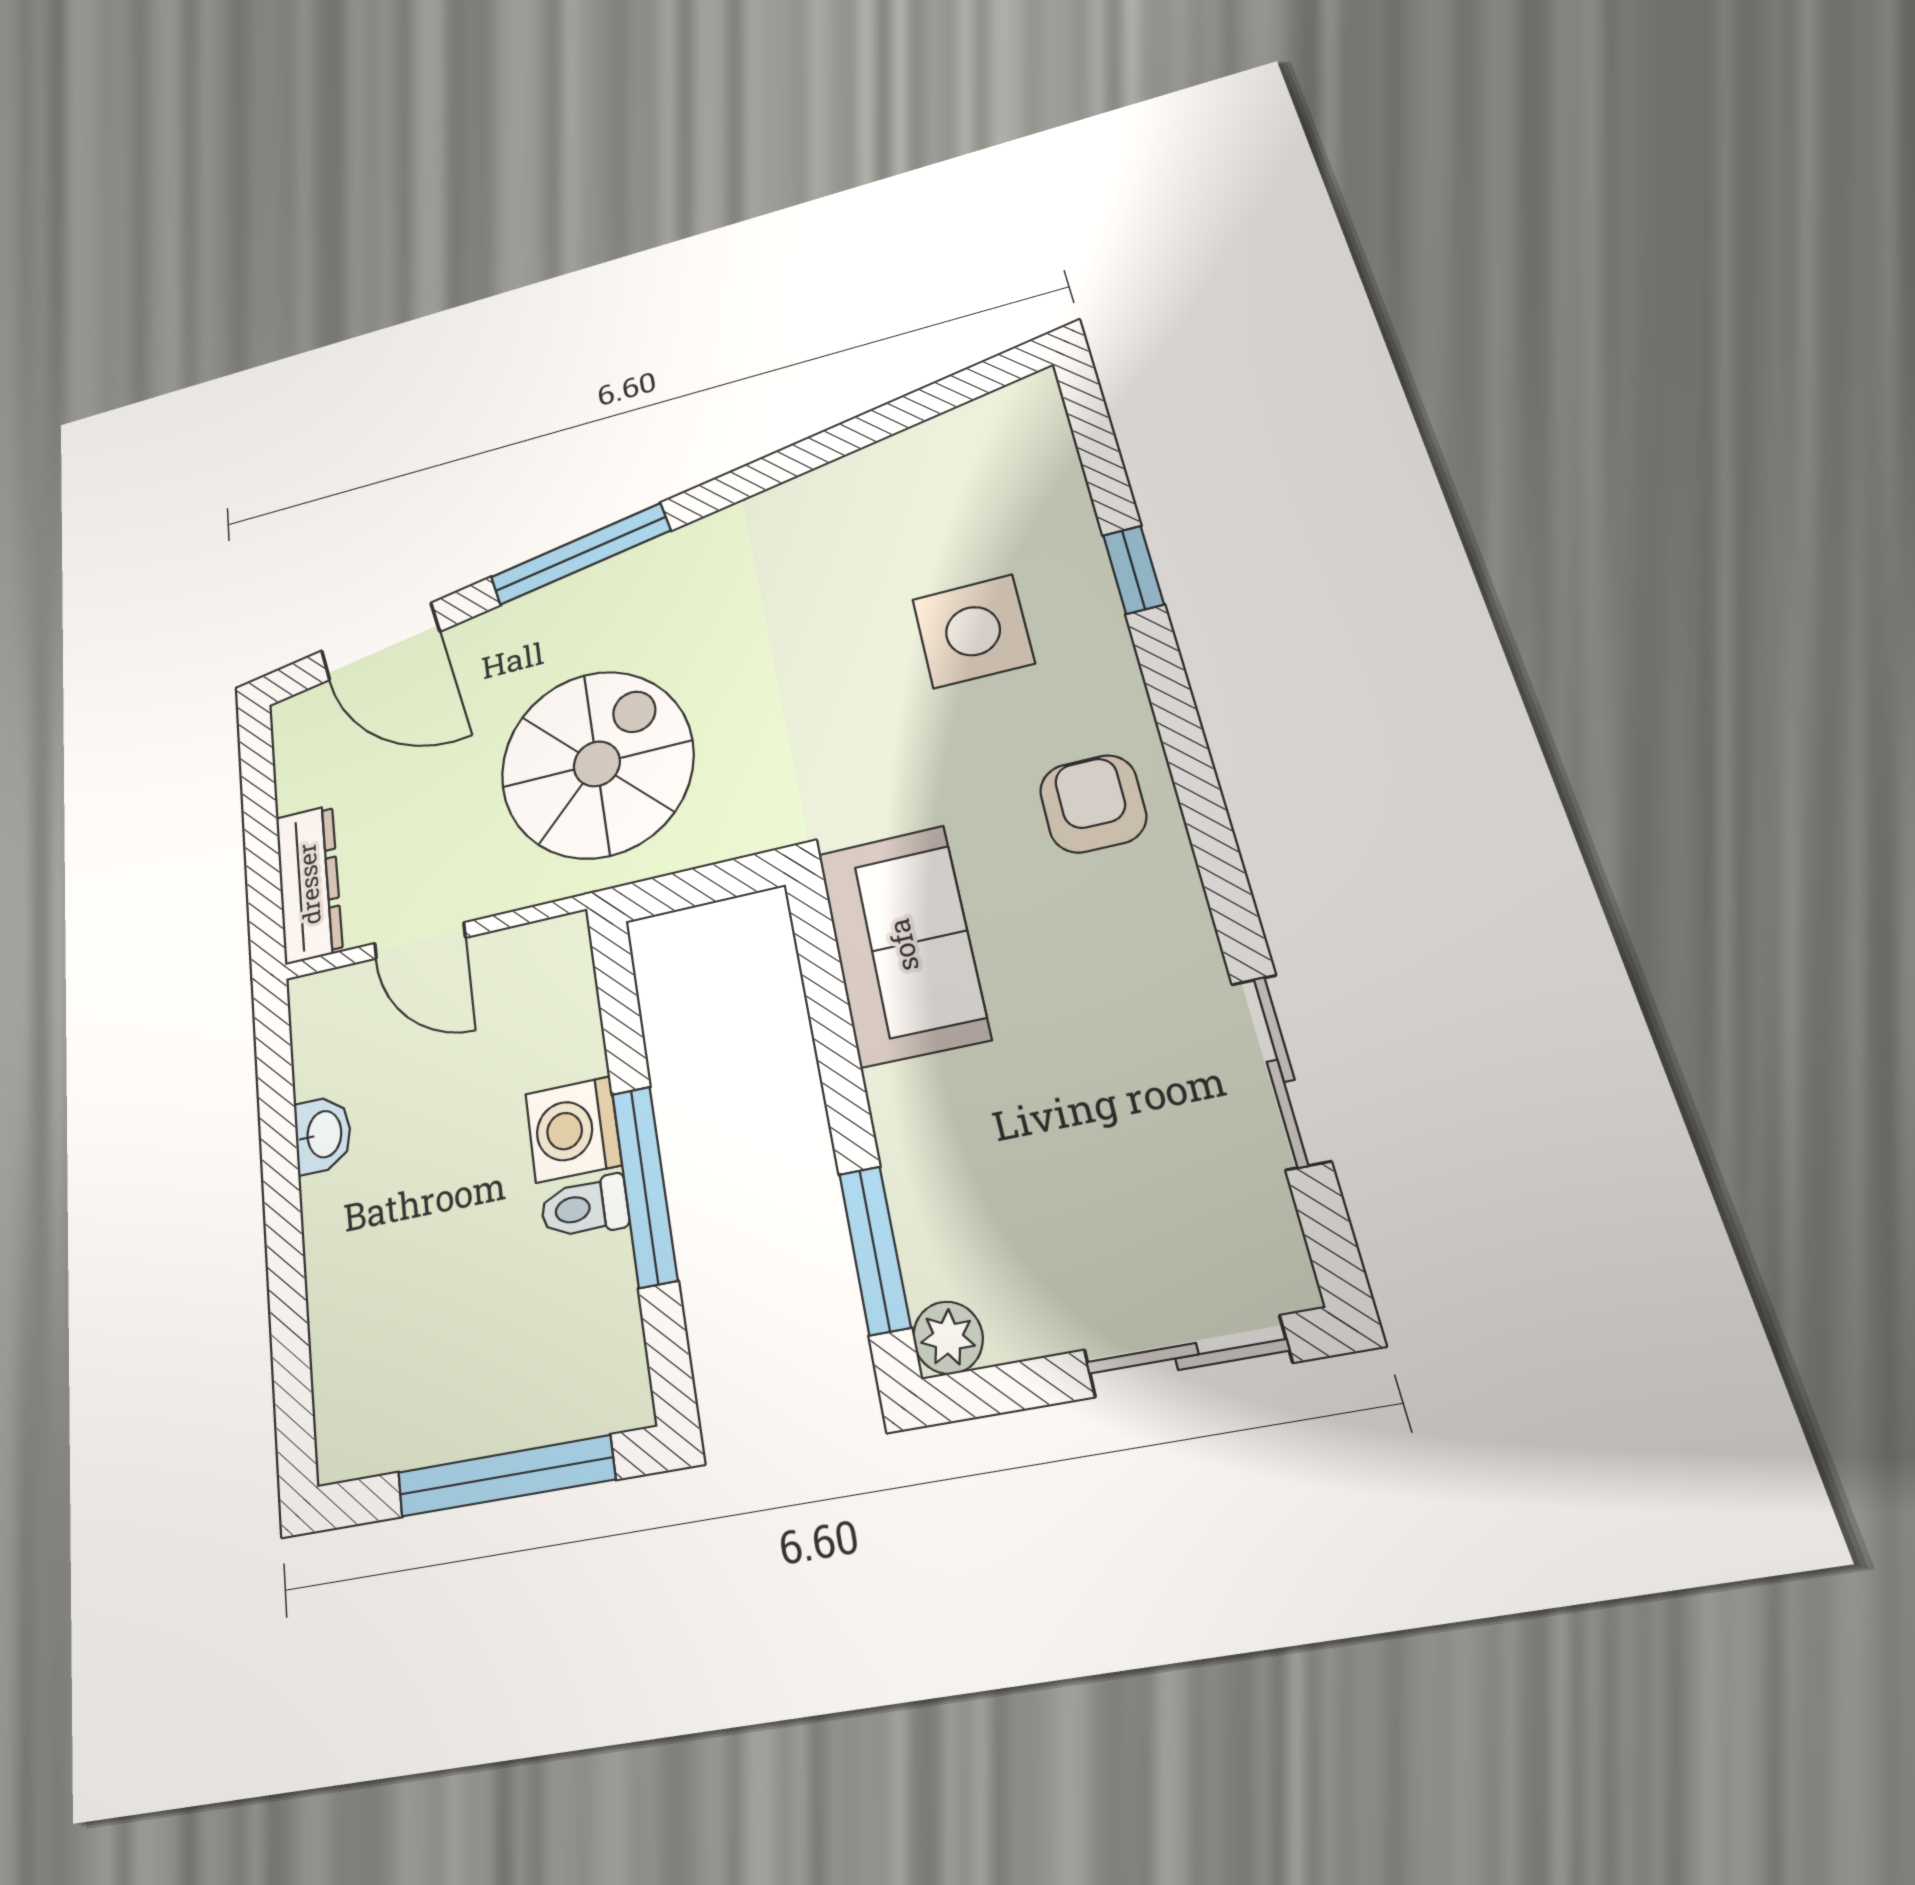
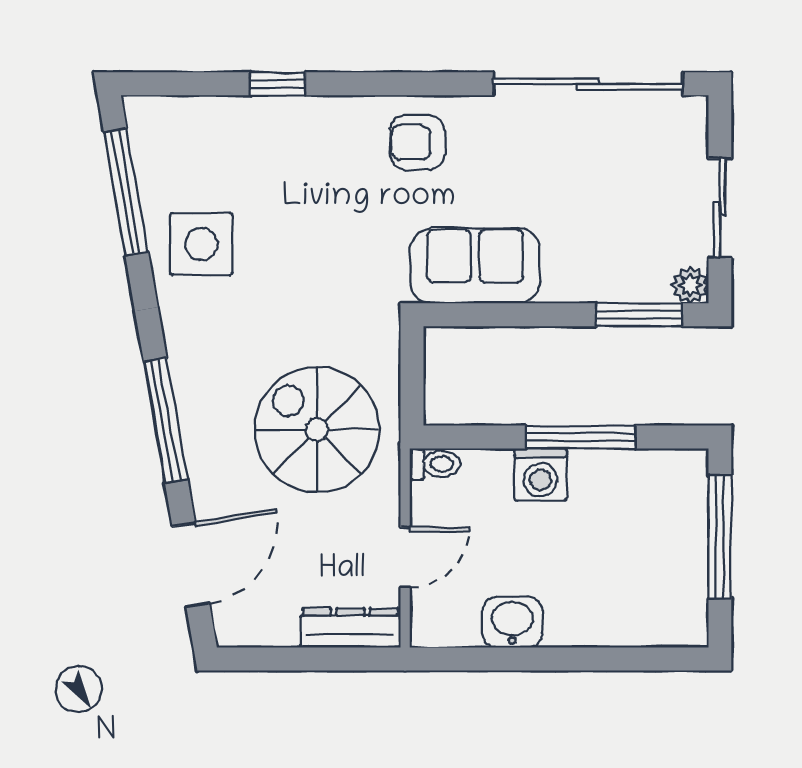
window: (907, 411) -> (126, 192), added
side table: (973, 631) -> (201, 244), moved
sliding door: (1281, 1071) -> (588, 84), width x1.86
washbasin: (323, 1134) -> (512, 622), width x1.38, depth x1.45
toilet: (584, 1207) -> (435, 464), moved, turned -90
sliding door: (1187, 1356) -> (720, 208), moved

